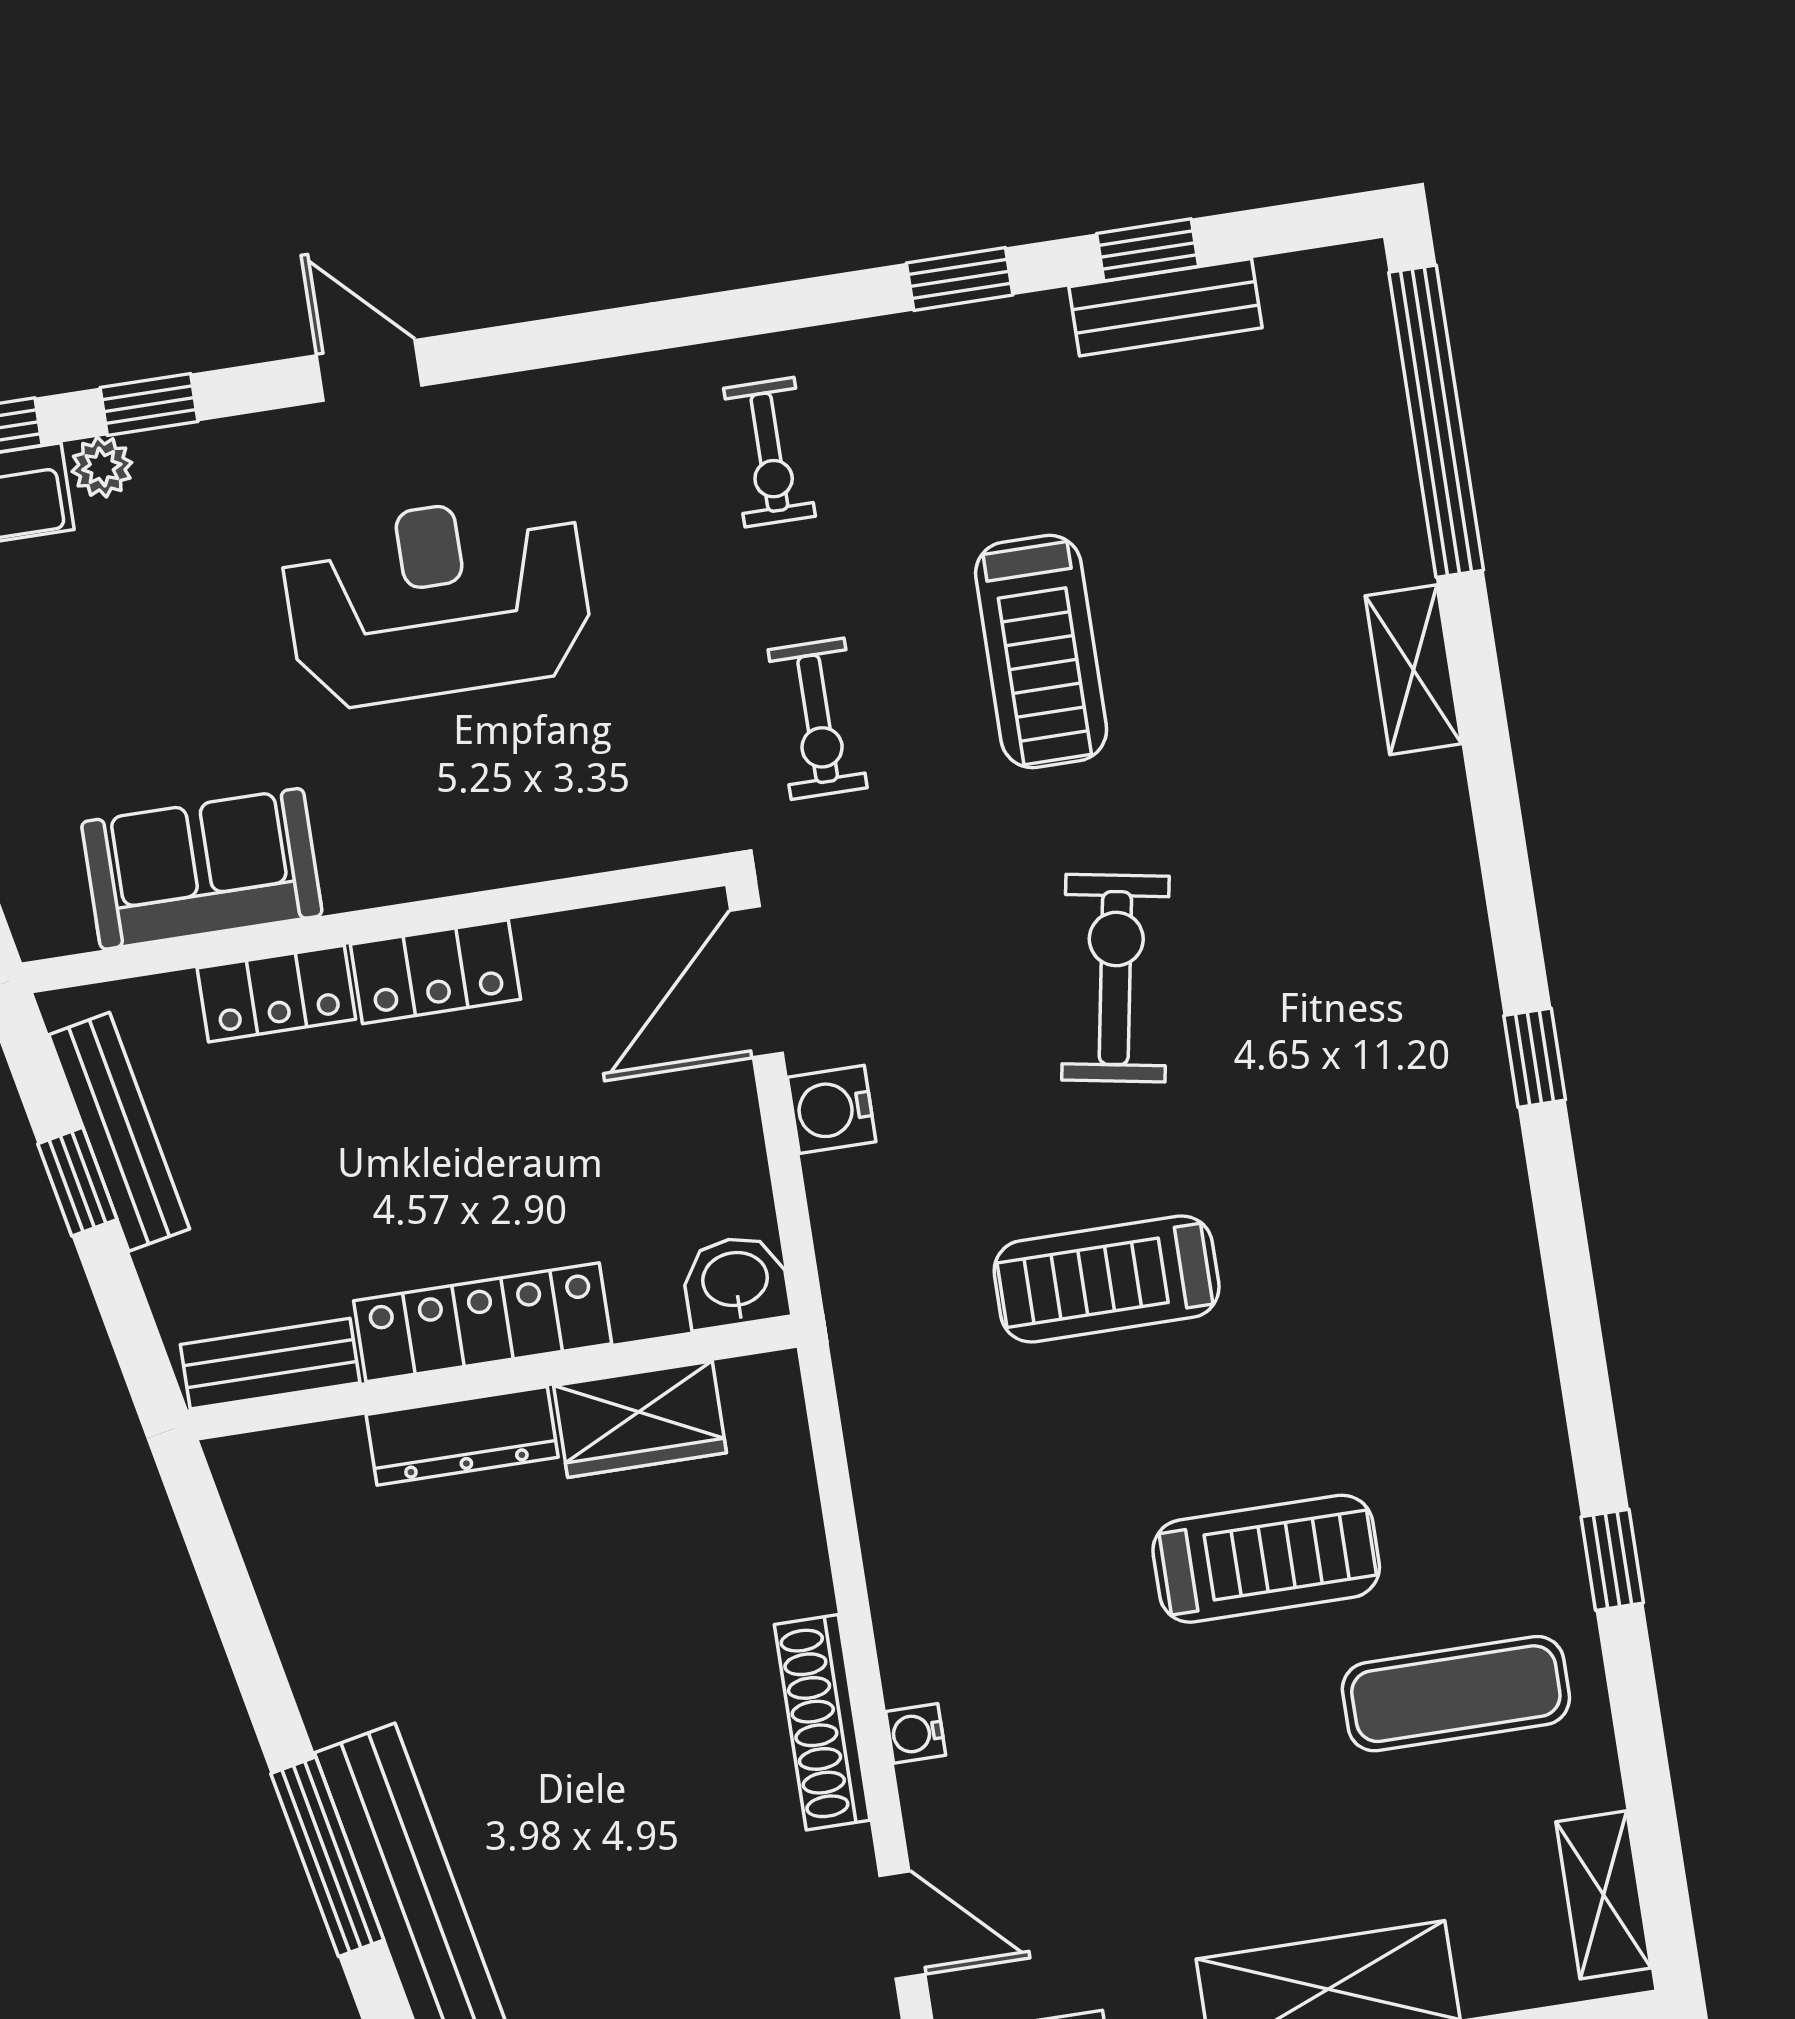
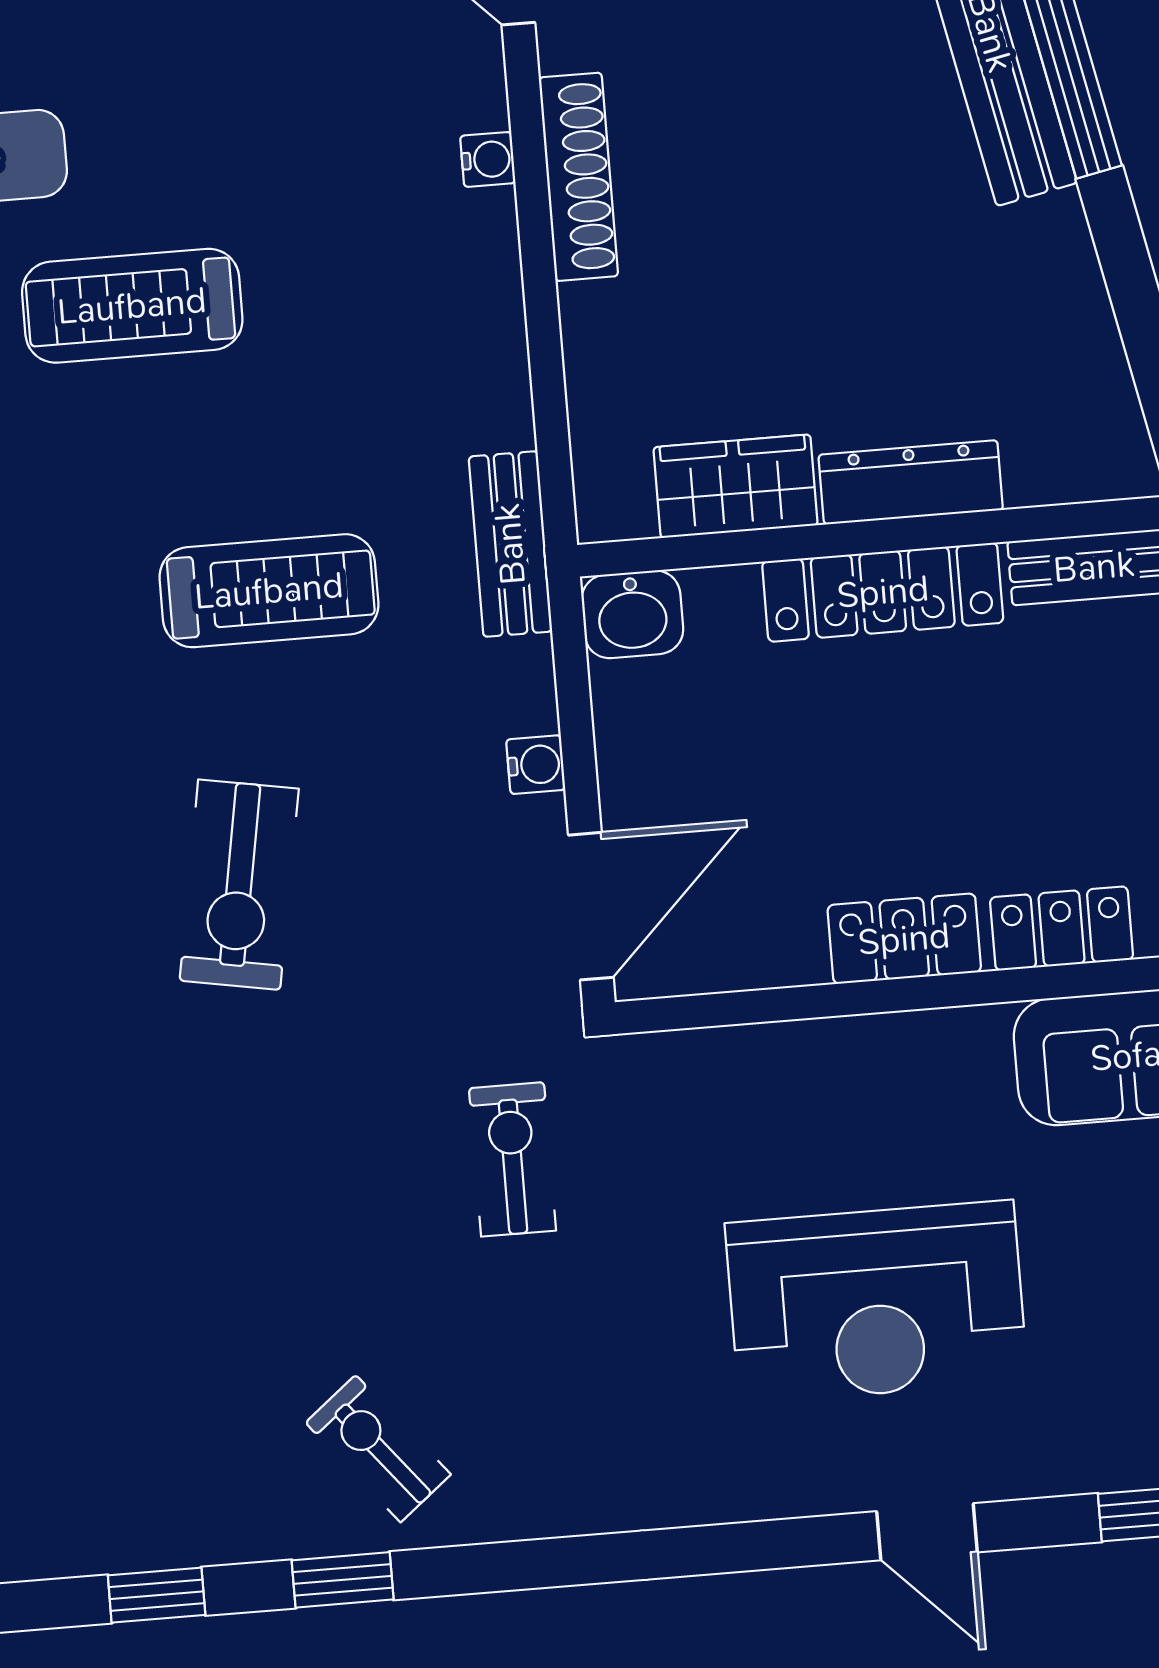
bench: (1166, 307) -> (510, 544), moved, turned 90
exercise bike: (769, 452) -> (378, 1449), moved, turned -39
treadmill: (1041, 651) -> (289, 1210), removed
water cooler: (832, 1109) -> (536, 765), width x0.72, depth x0.72

